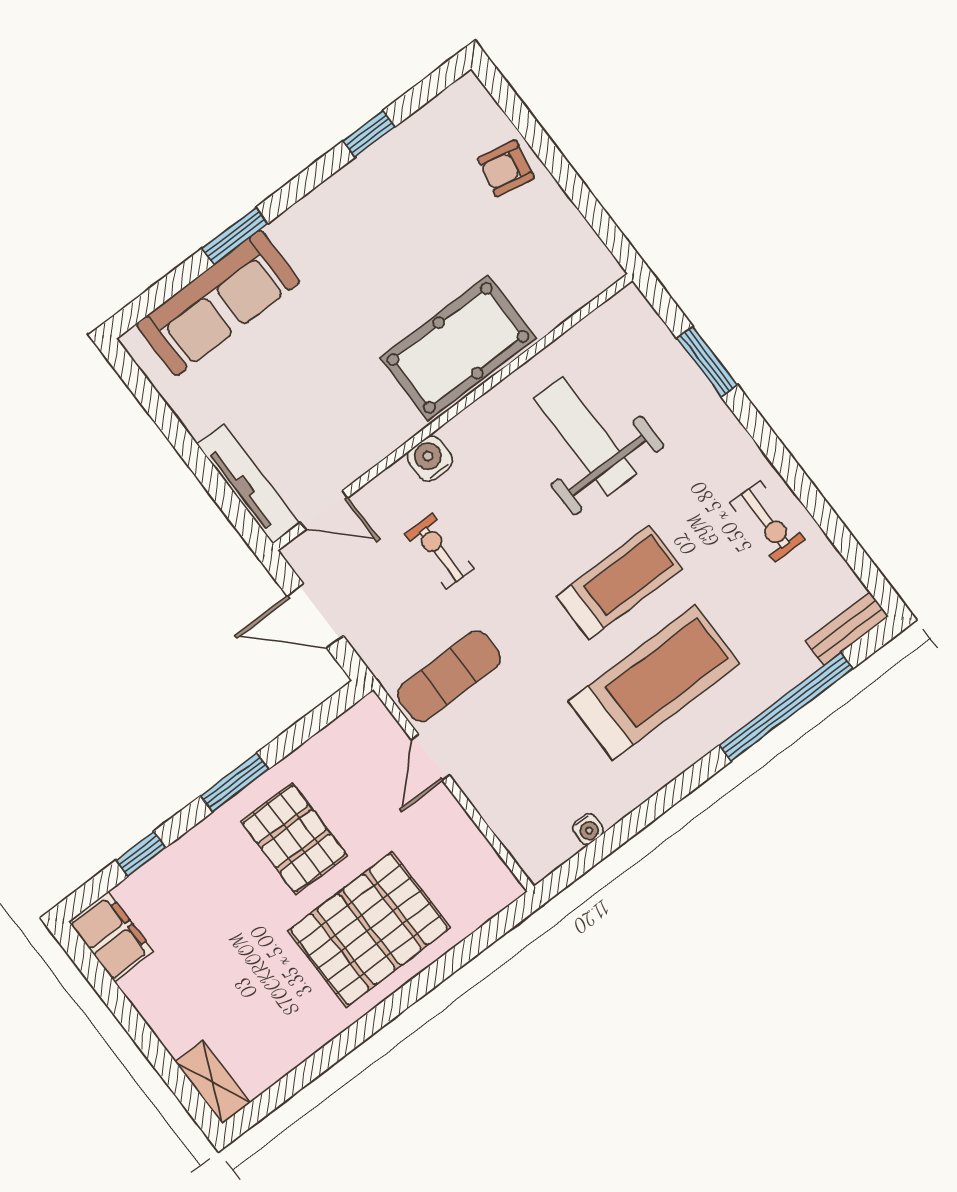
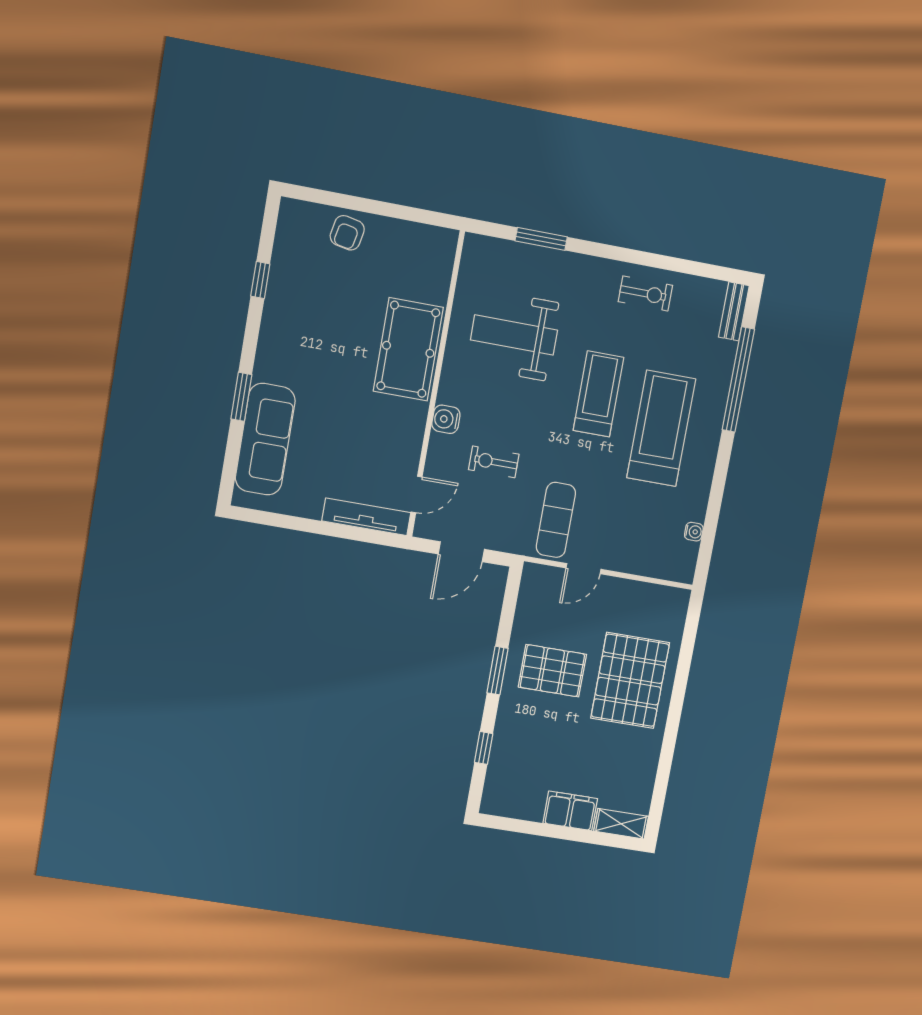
door: (430, 757) -> (583, 569), hinge flipped
filing cabinet: (111, 937) -> (570, 811), moved

